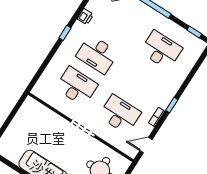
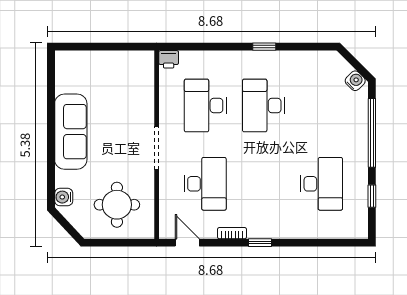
printer: (85, 17) -> (169, 59), moved
window: (194, 32) -> (372, 196), moved
desk: (77, 86) -> (205, 106), turned 180

